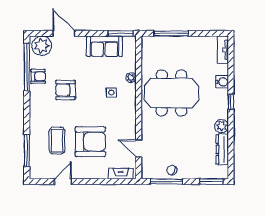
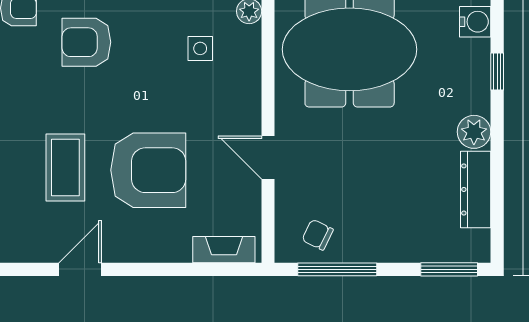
door: (139, 148) -> (268, 157), moved
chair: (172, 170) -> (318, 235), moved

